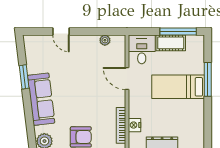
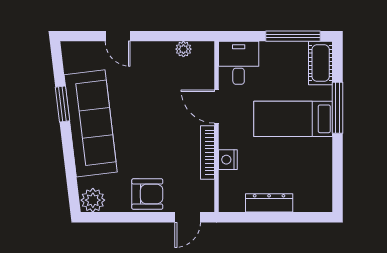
cot: (171, 43) -> (321, 63), moved, turned 90
sofa: (41, 99) -> (91, 123), width x1.36, depth x1.27
bookcase: (121, 125) -> (208, 152), moved
nightstand: (135, 125) -> (228, 160), moved

